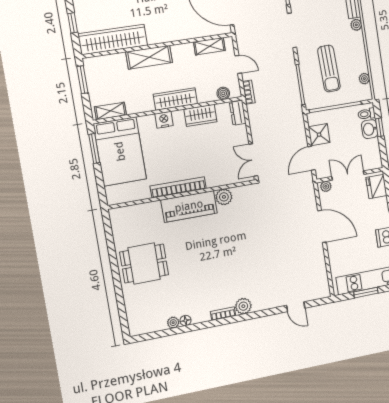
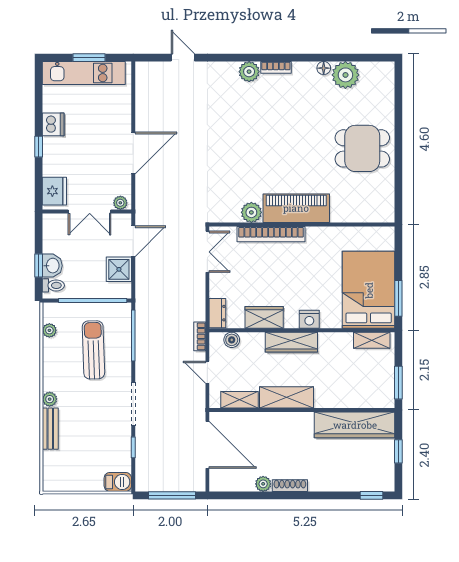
shelving: (149, 57) -> (286, 397), moved
bookcase: (178, 187) -> (271, 234), moved
door: (322, 226) -> (133, 153), swing flipped
plant: (173, 323) -> (345, 75), width x1.88, depth x1.88

